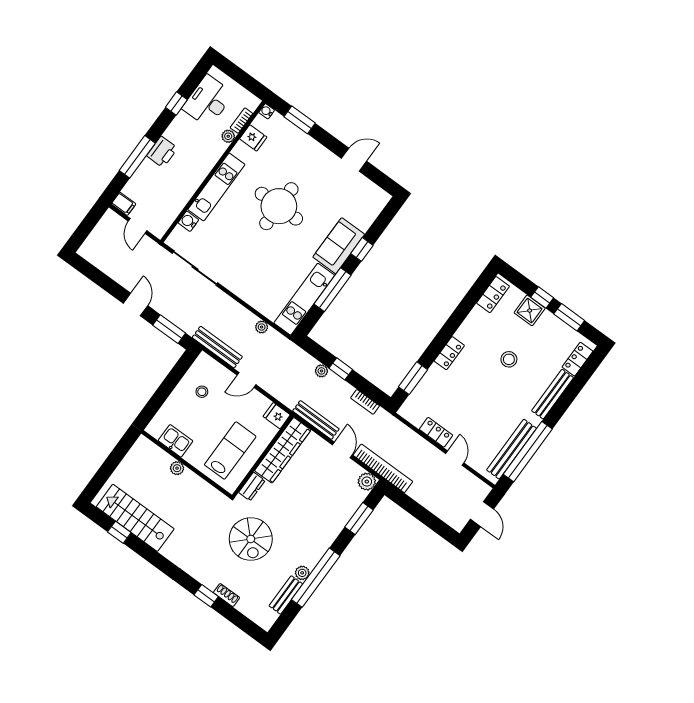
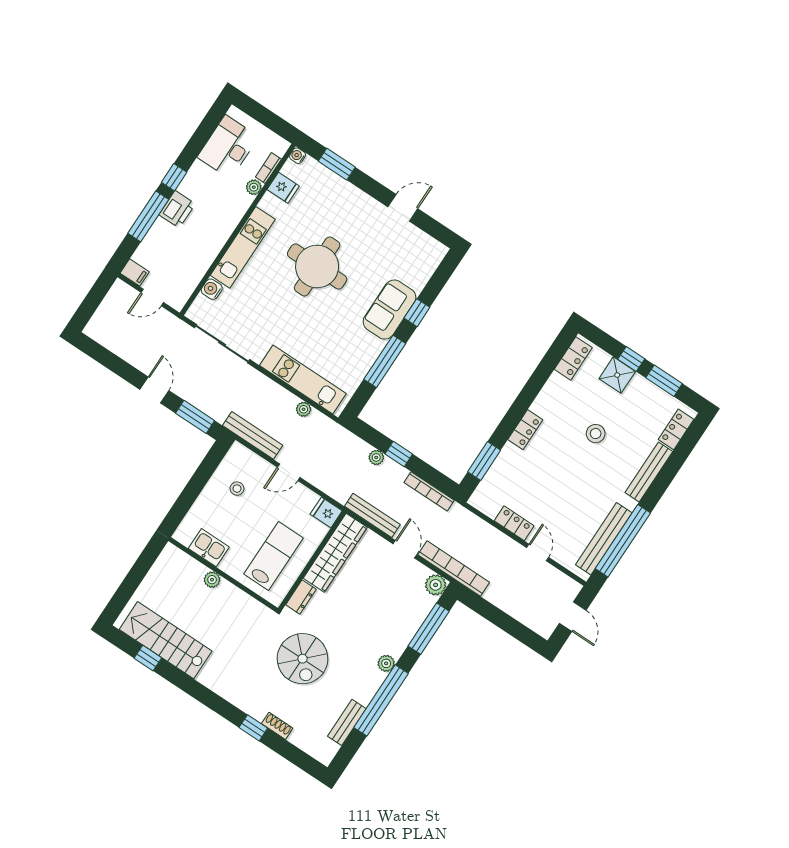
window: (176, 103) -> (174, 177), moved
door: (137, 226) -> (152, 297), hinge flipped
kitchen unit: (304, 299) -> (303, 380), moved, turned 90
bookcase: (365, 402) -> (429, 491), width x1.56
window: (359, 518) -> (429, 629), width x1.44
plant: (302, 573) -> (386, 663), moved

